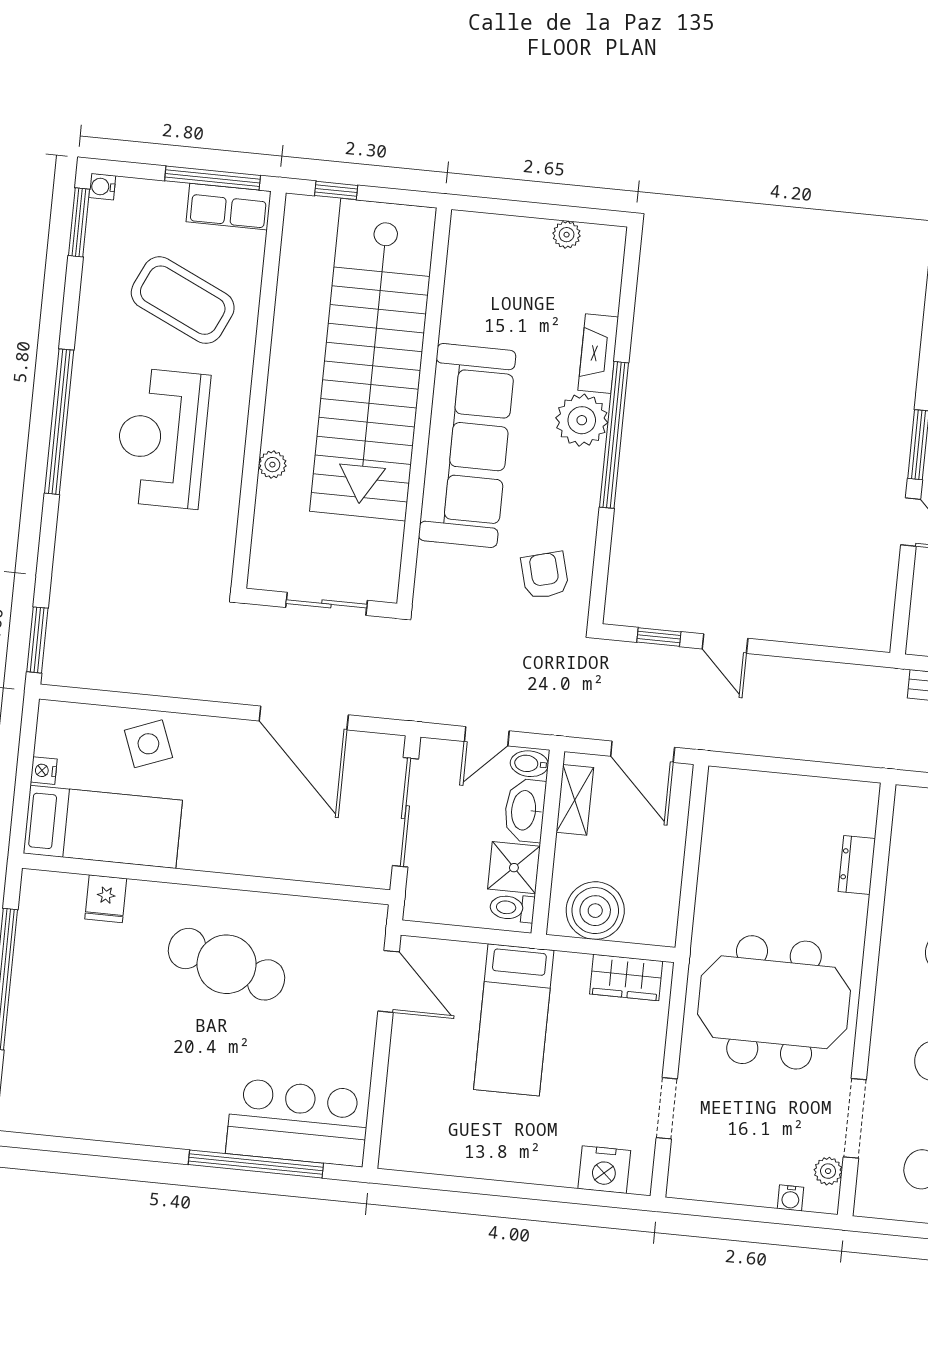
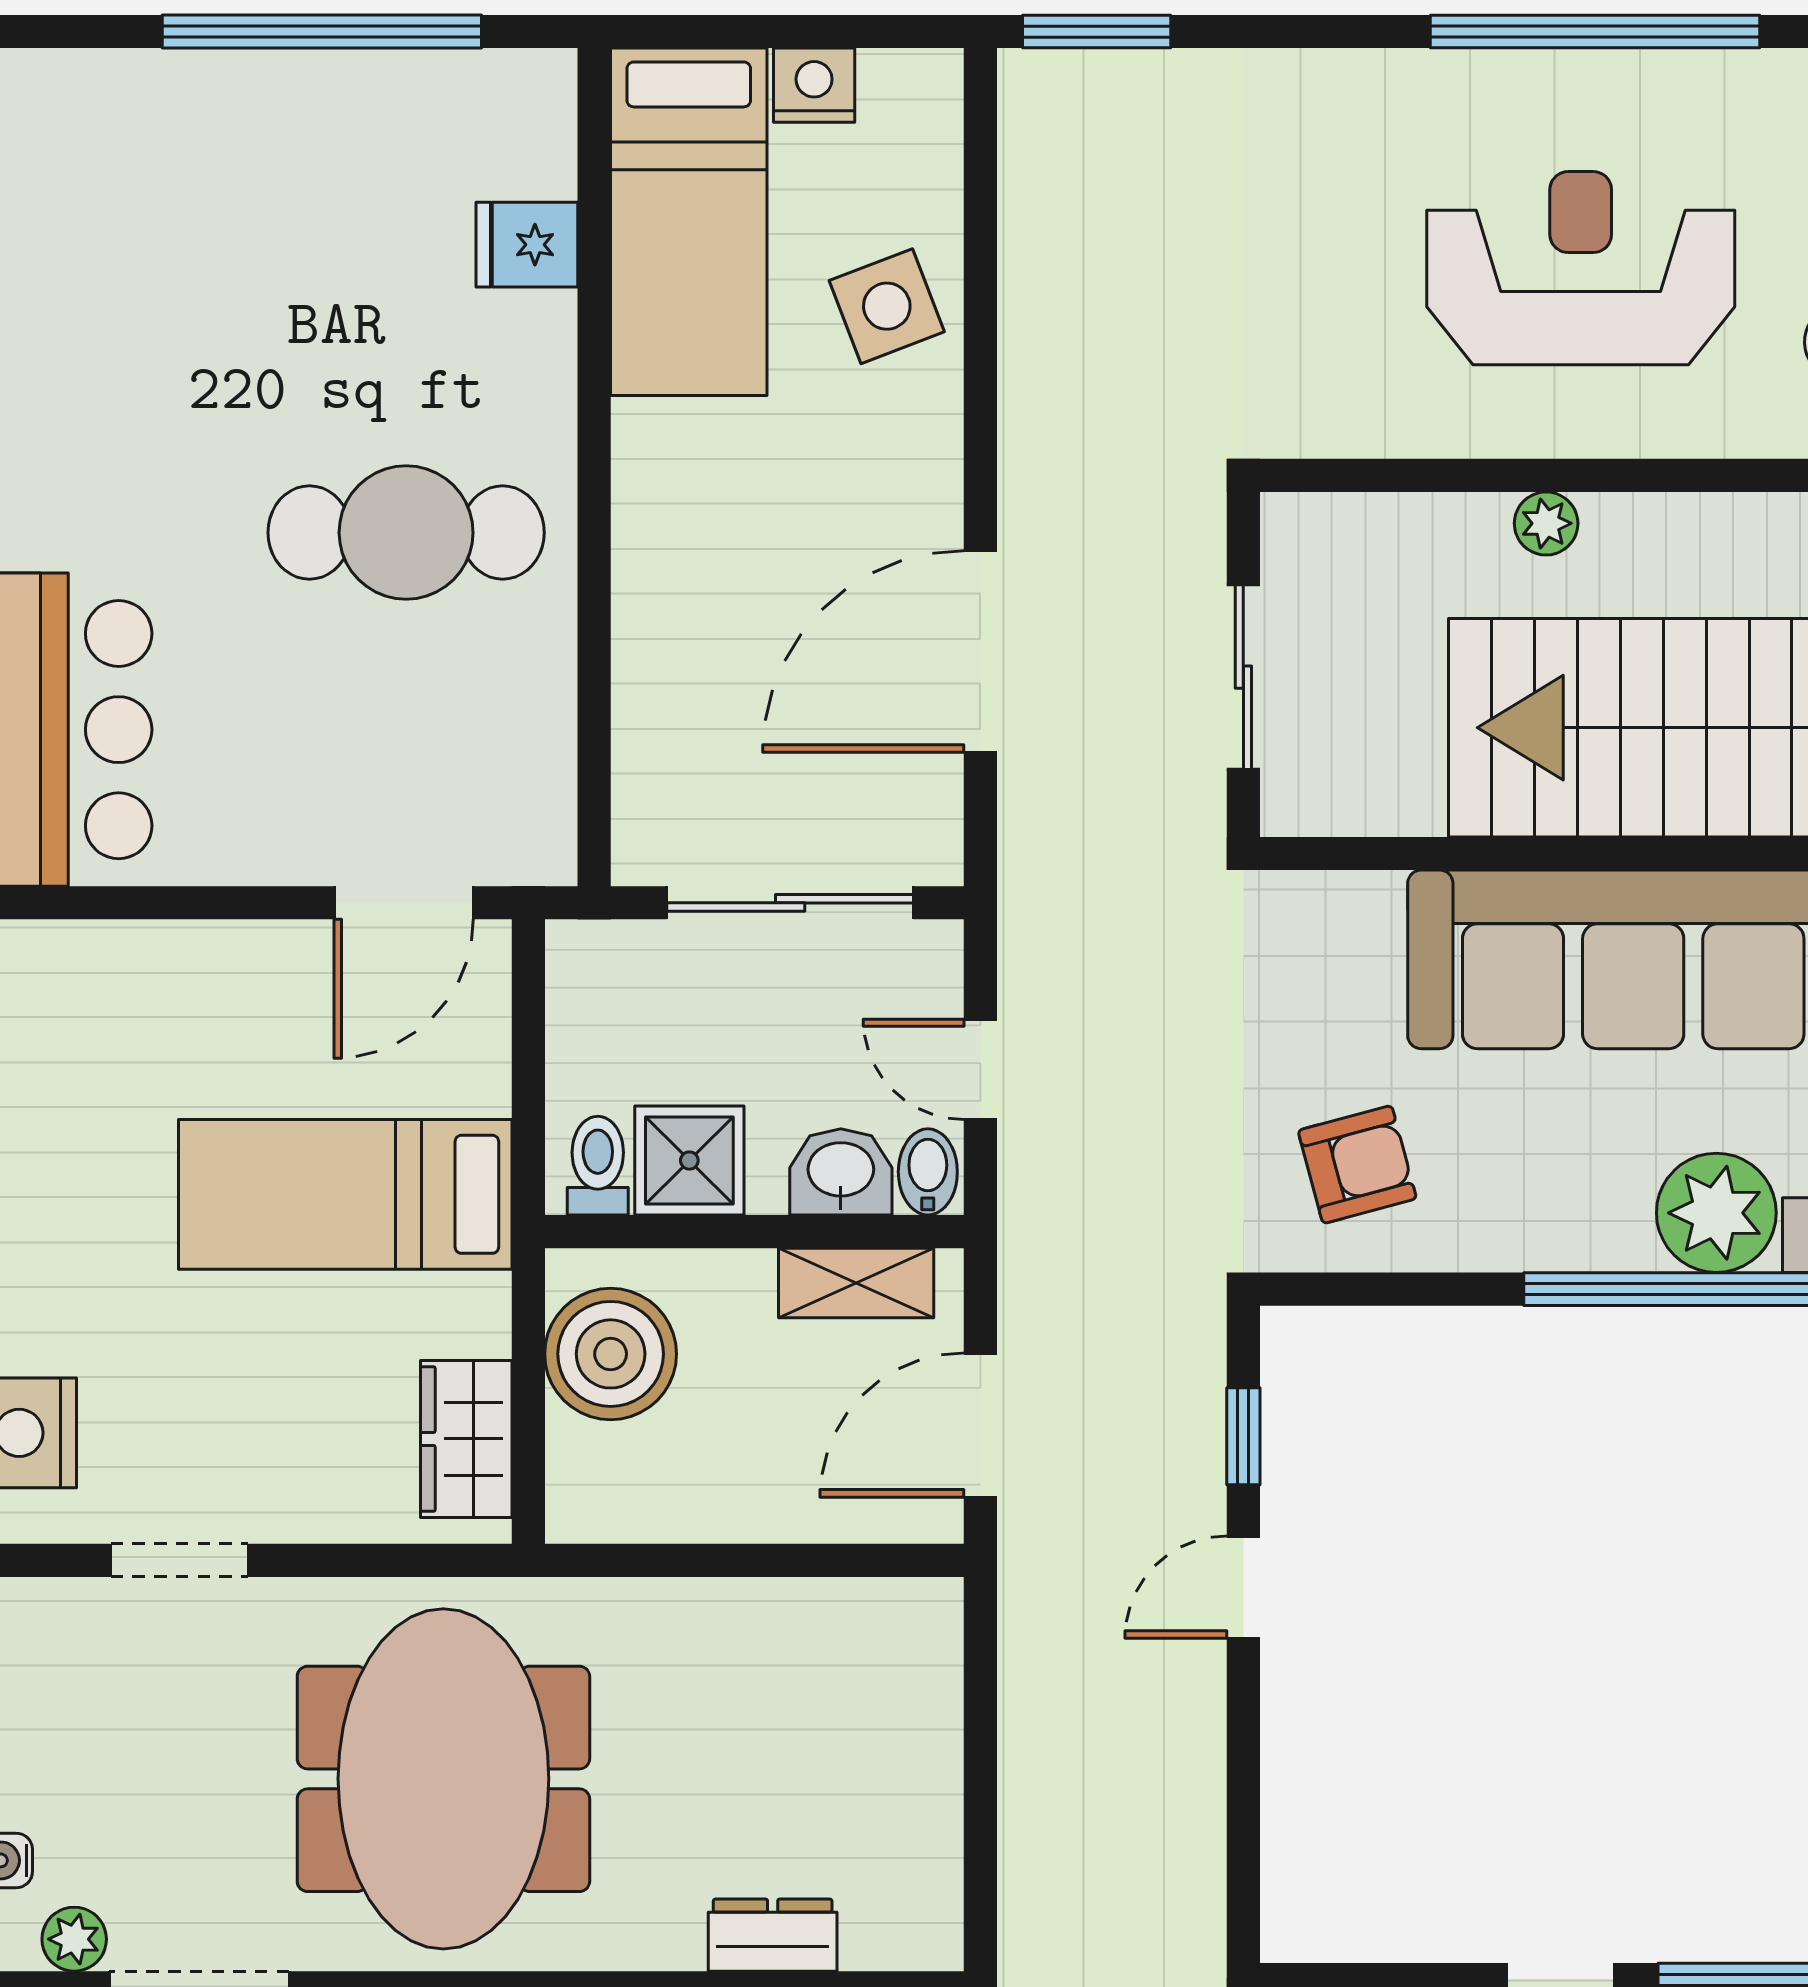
nightstand: (44, 771) -> (814, 85), width x1.39, depth x1.35
washbasin: (525, 810) -> (841, 1172), width x0.72
cafe table: (227, 964) -> (406, 533), turned 74

